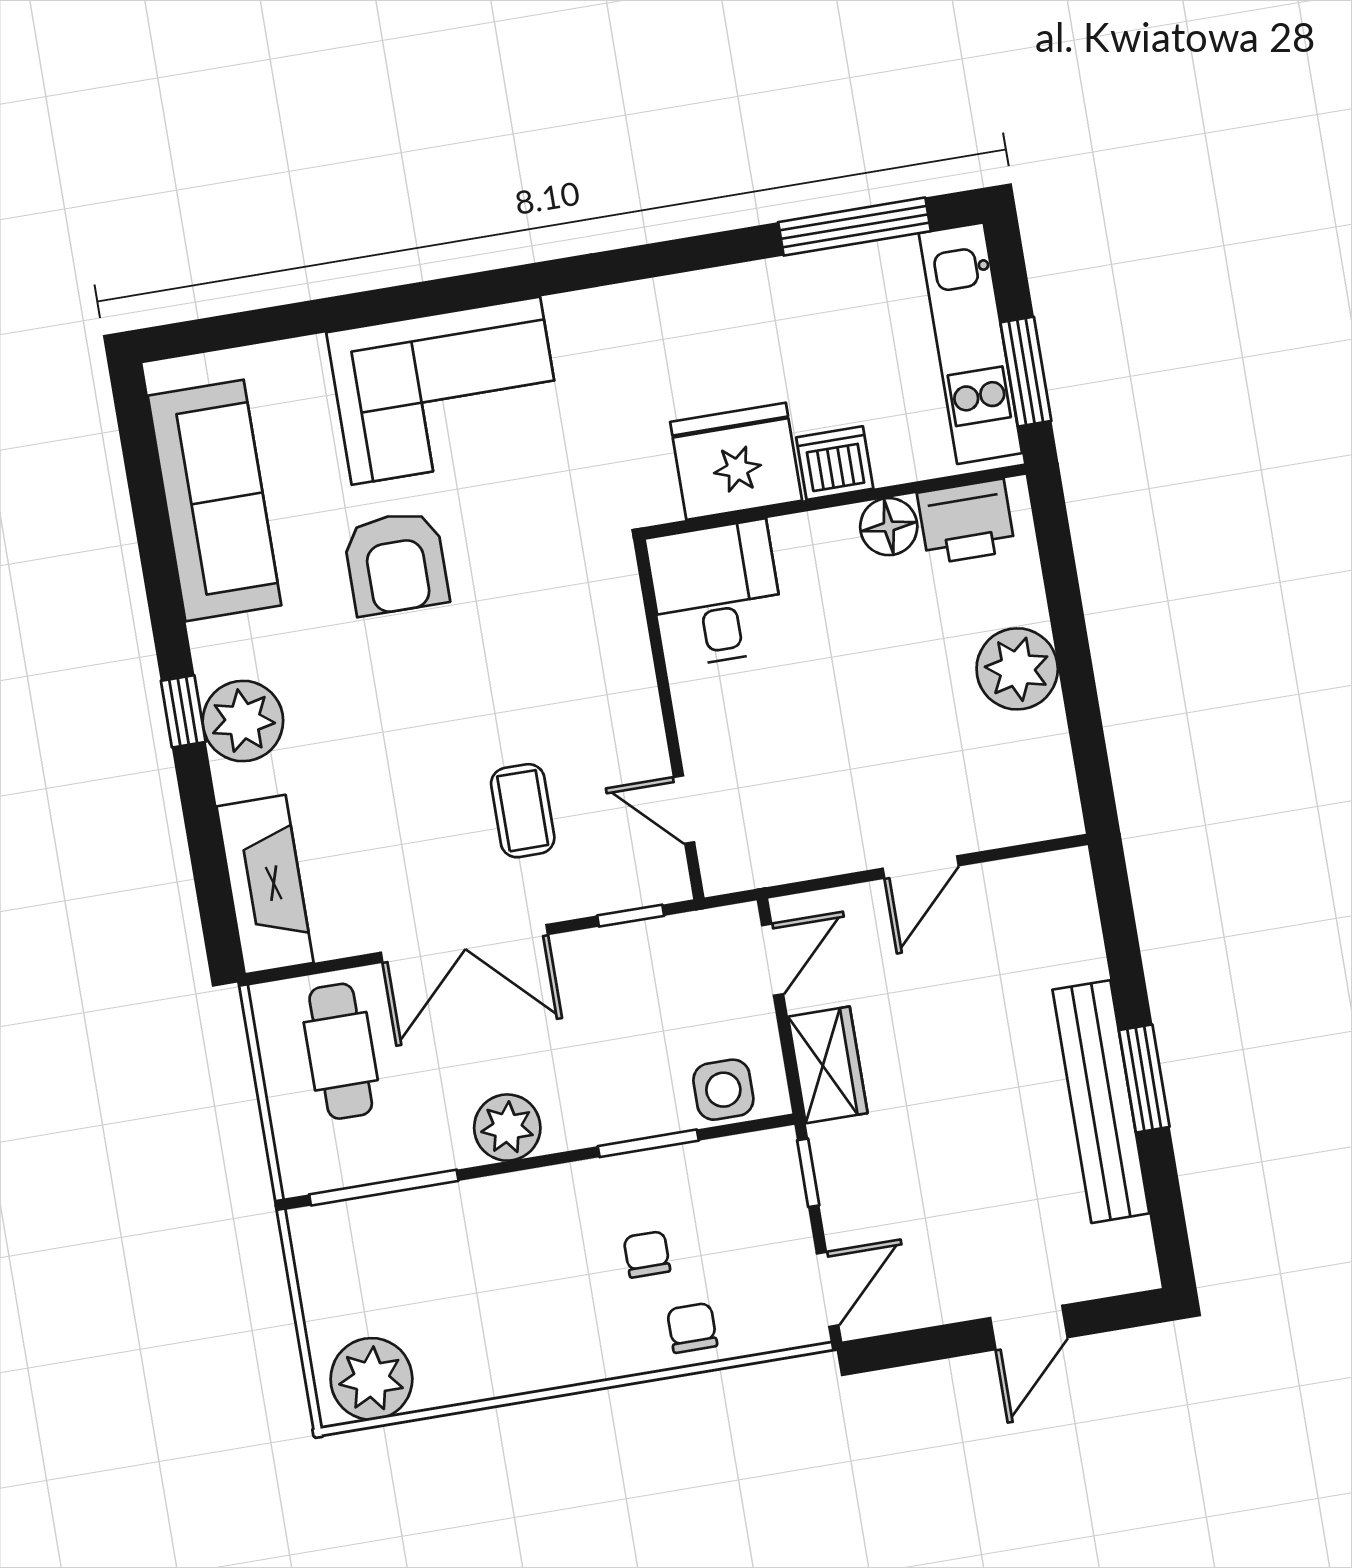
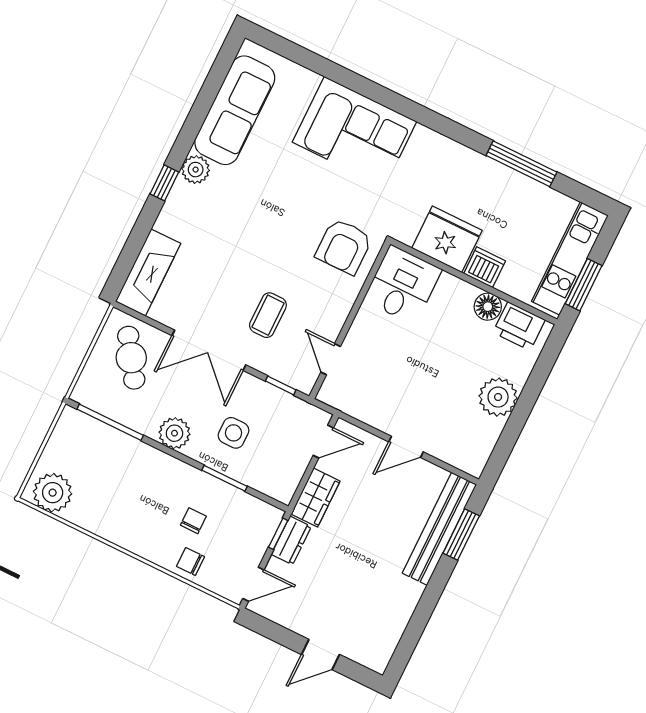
window: (854, 227) -> (521, 164), moved
armchair: (396, 563) -> (344, 247), moved
plant: (243, 721) -> (196, 170), moved, width x0.73, depth x0.73
cafe table: (341, 1051) -> (131, 358), turned -34
window: (1144, 1079) -> (461, 535), moved
side table: (723, 1090) -> (234, 433), moved
bench: (1101, 1102) -> (439, 529), moved
dresser: (839, 1168) -> (291, 540), added
chair: (692, 1328) -> (190, 562), turned -90

